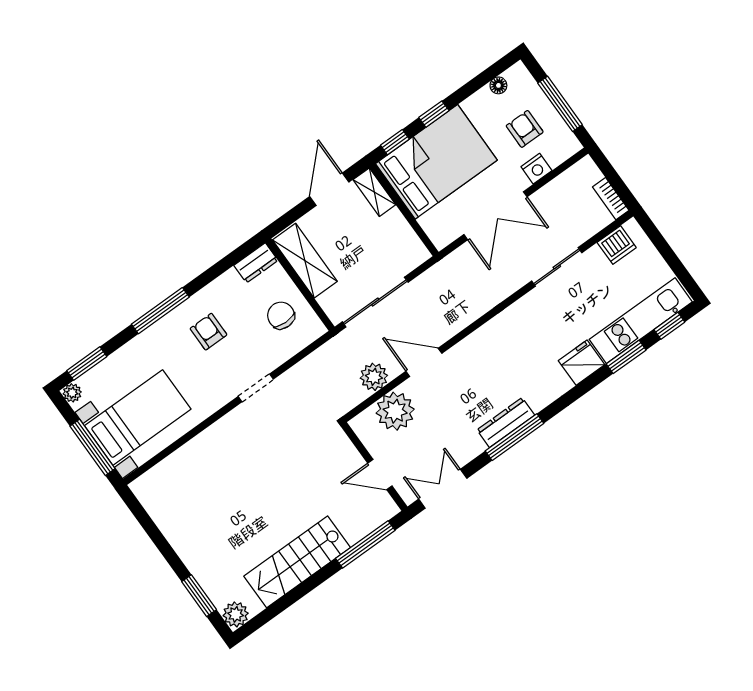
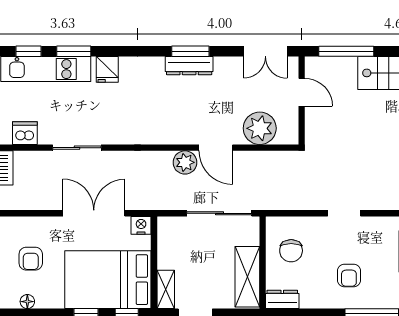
nightstand: (536, 169) -> (141, 225), moved
fridge: (582, 363) -> (107, 69), width x0.72
plant: (374, 377) -> (185, 162), moved
window: (514, 437) -> (190, 51), width x0.69

